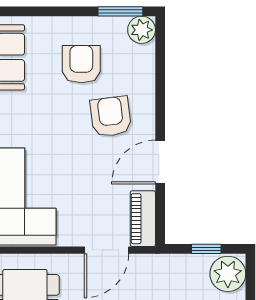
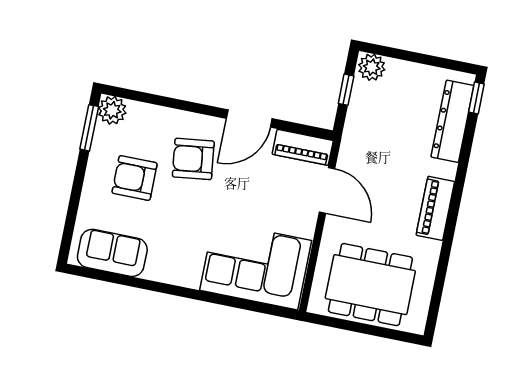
door: (160, 162) -> (249, 119), hinge flipped
plant: (228, 274) -> (372, 67), width x0.73, depth x0.73

